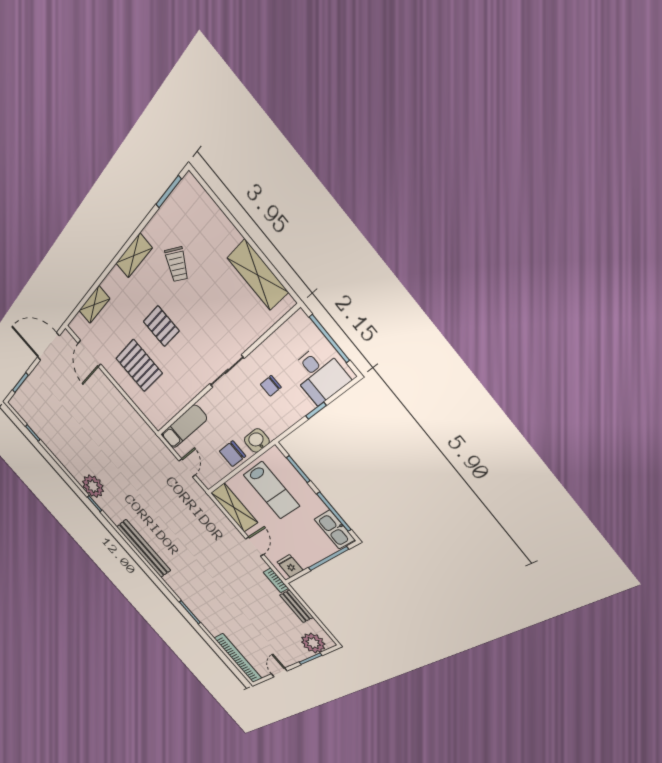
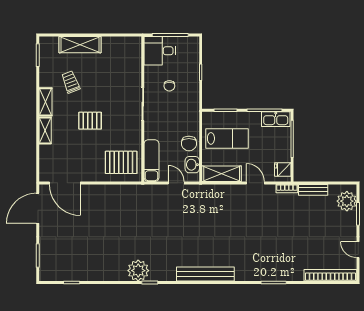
trolley: (177, 264) -> (71, 82), turned -142
shelving: (258, 275) -> (80, 45), moved
shelving: (94, 305) -> (45, 130), moved
door: (89, 354) -> (65, 183), width x1.36
pallet: (139, 366) -> (121, 162), moved
desk: (319, 375) -> (160, 51), moved, turned 180
washbasin: (257, 441) -> (192, 165), moved

